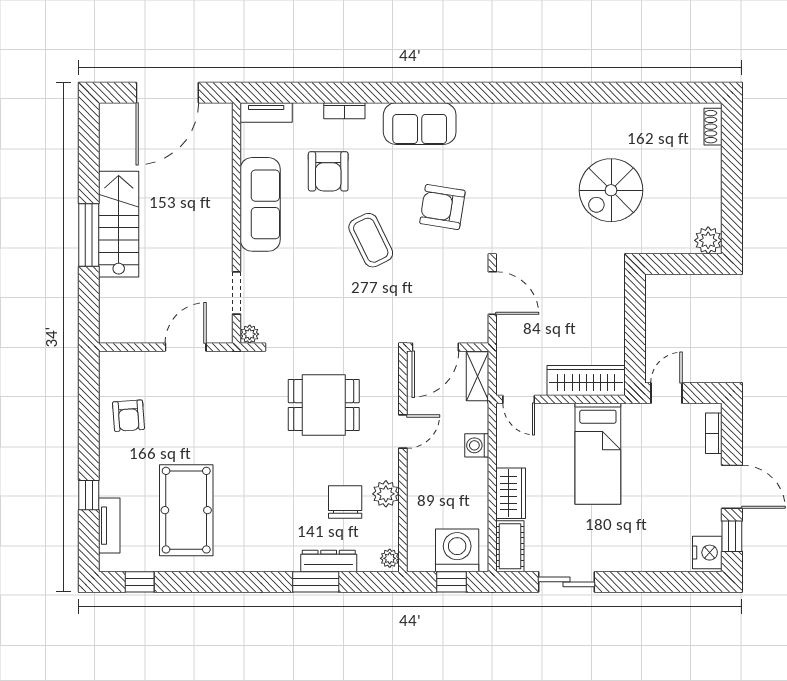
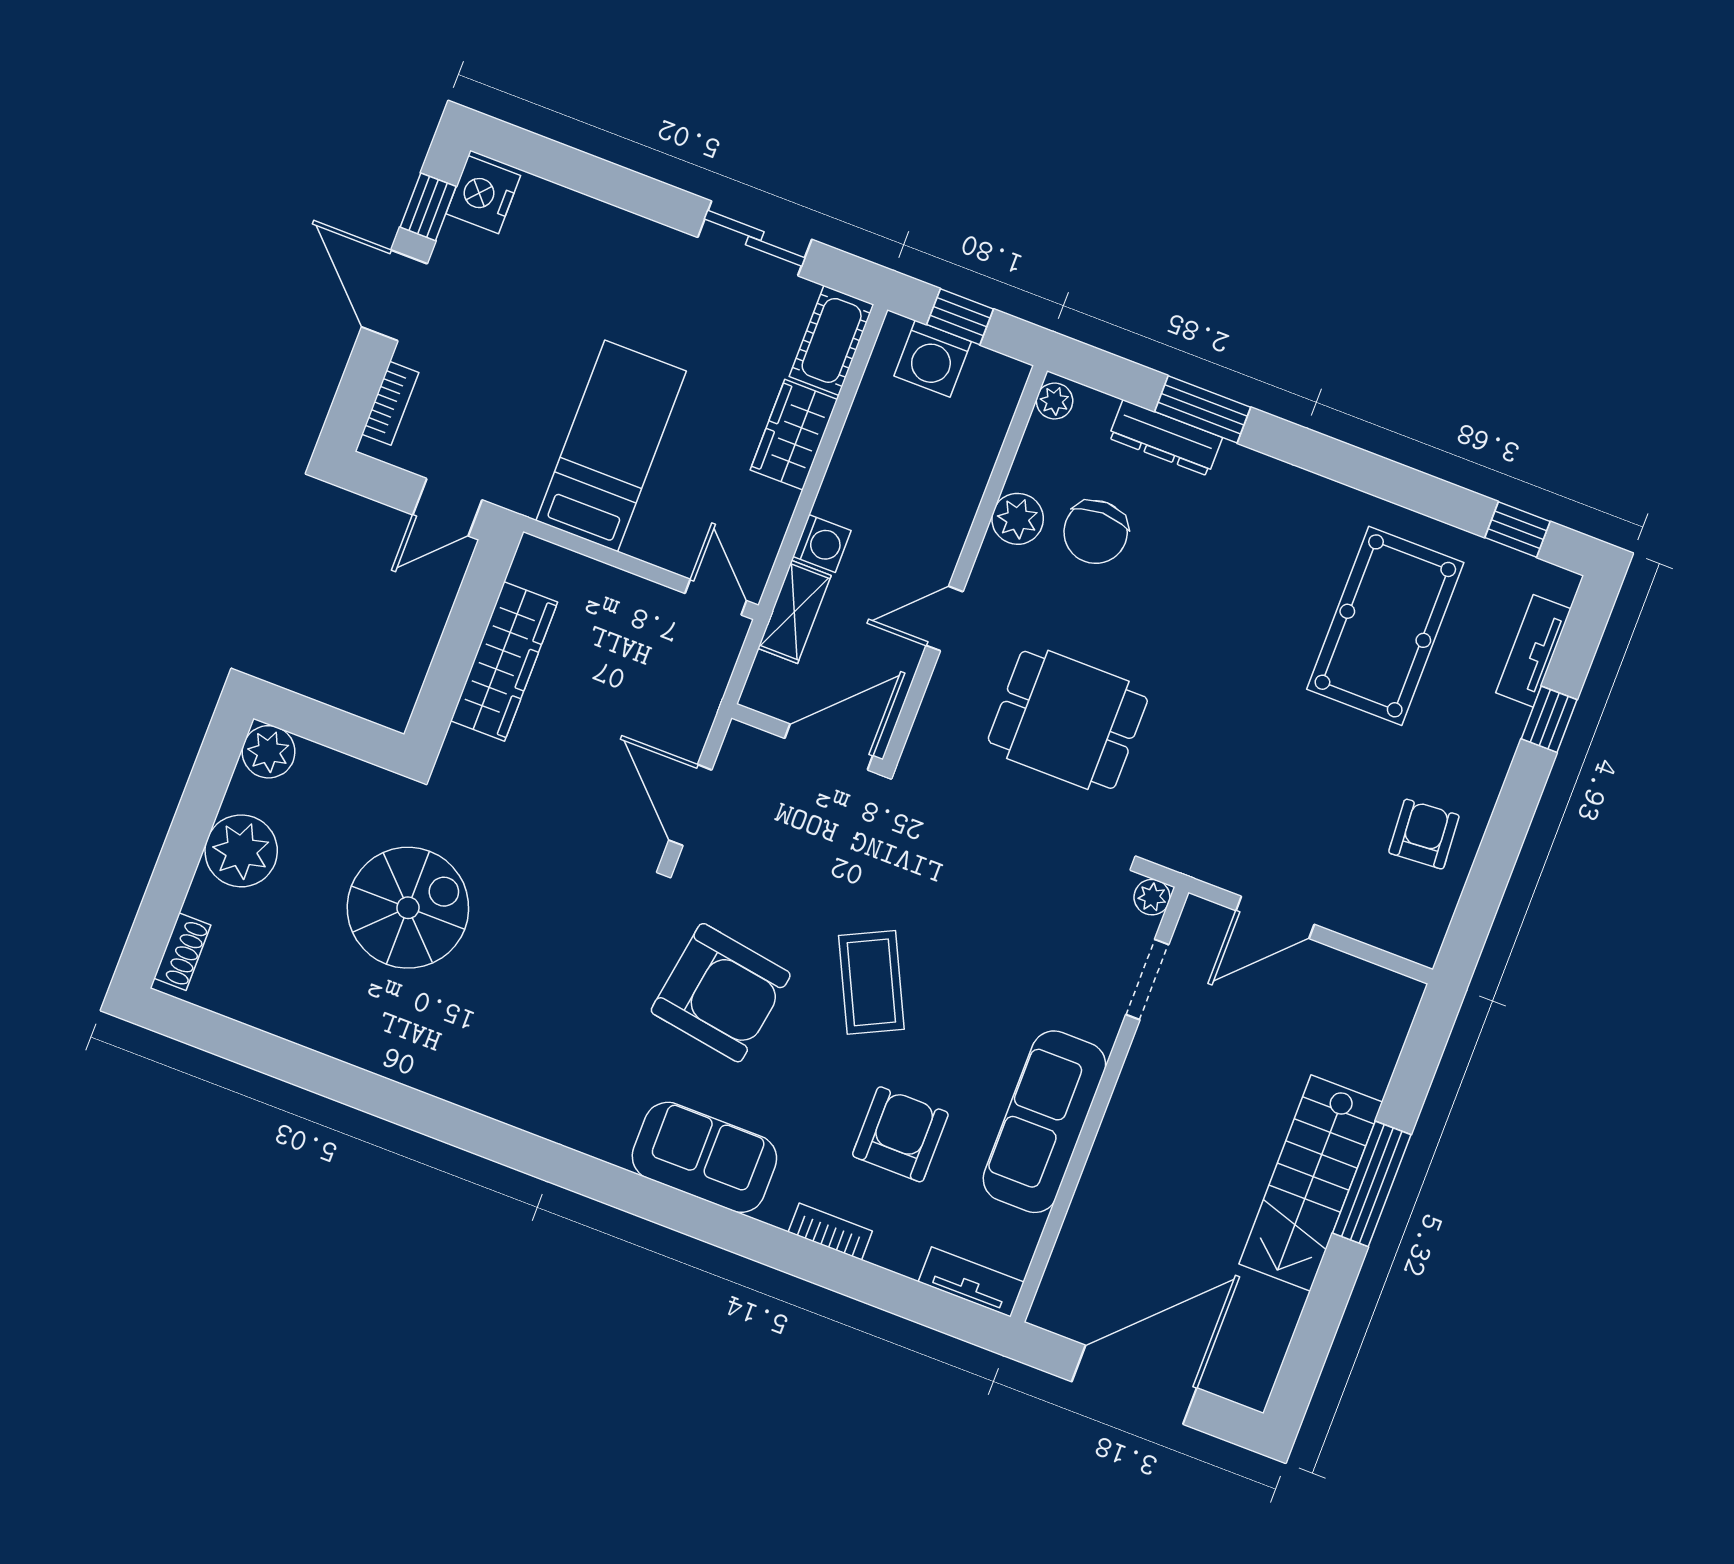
plant: (703, 187) -> (241, 851), added
armchair: (442, 207) -> (721, 993), width x1.36, depth x1.36
shelving: (477, 376) -> (794, 612), moved
wardrobe: (586, 381) -> (504, 661), moved, turned -90
washing machine: (457, 550) -> (933, 359), width x0.73, depth x0.73

